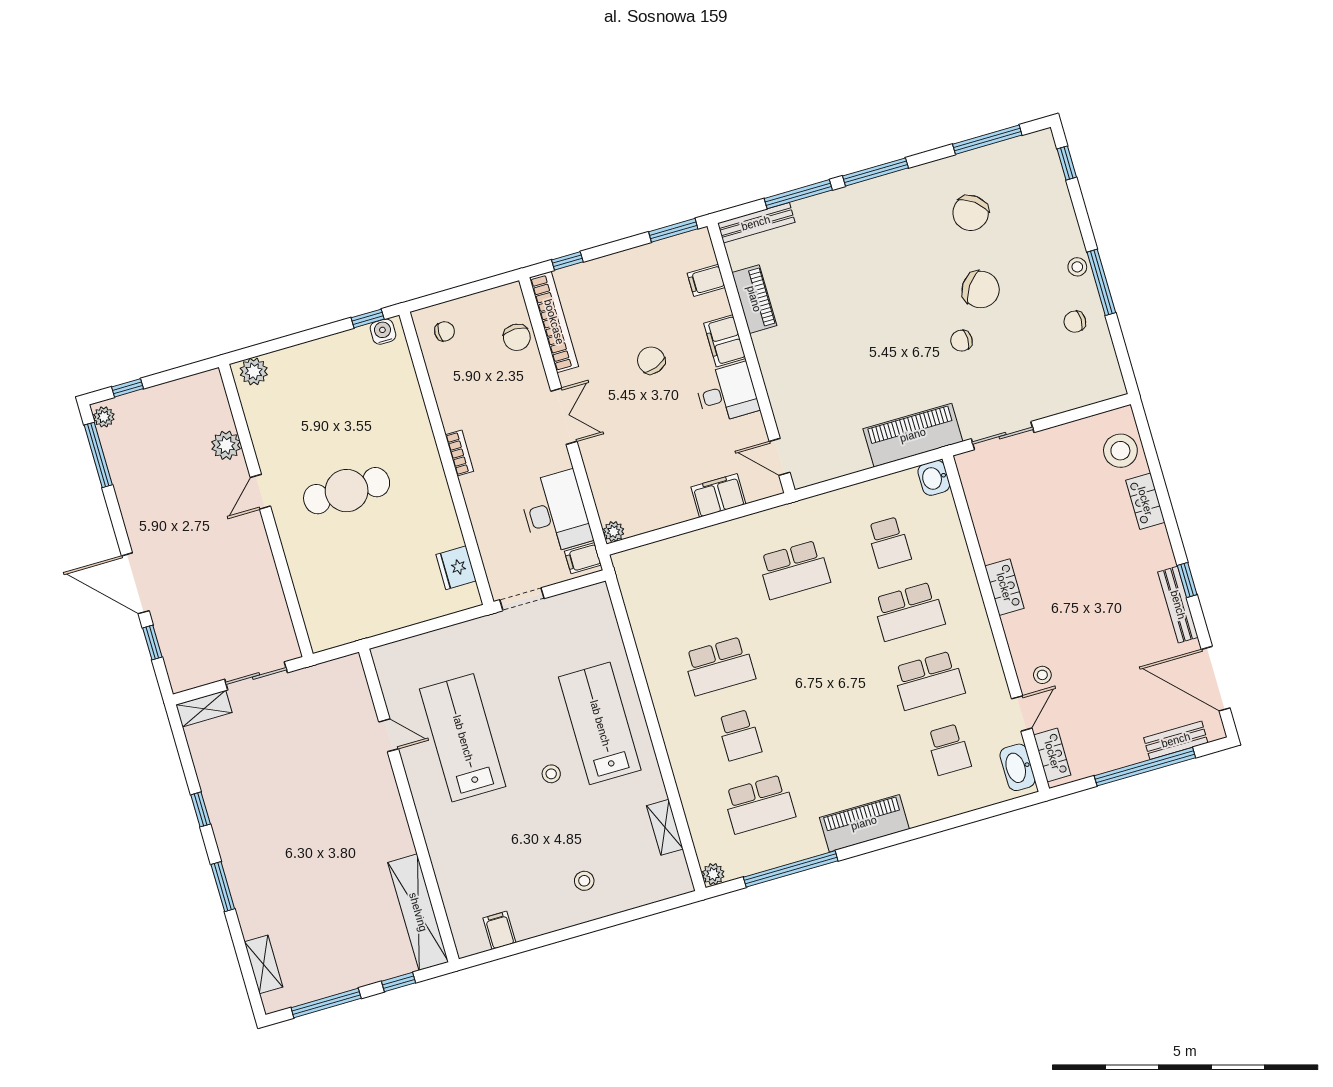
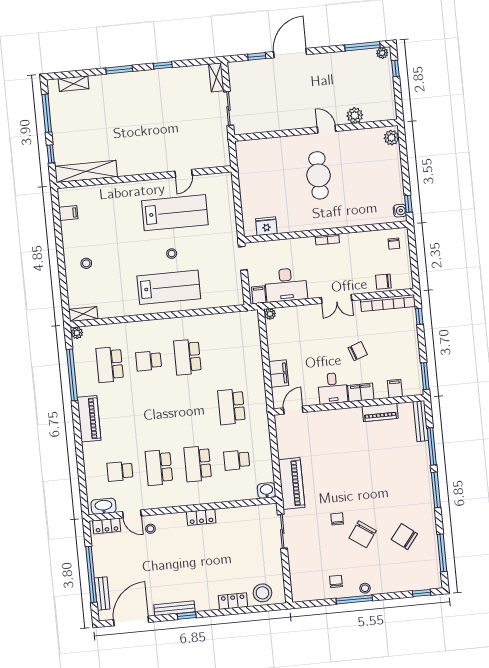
stool: (551, 774) -> (172, 254), moved
shelving: (665, 827) -> (83, 314), moved

